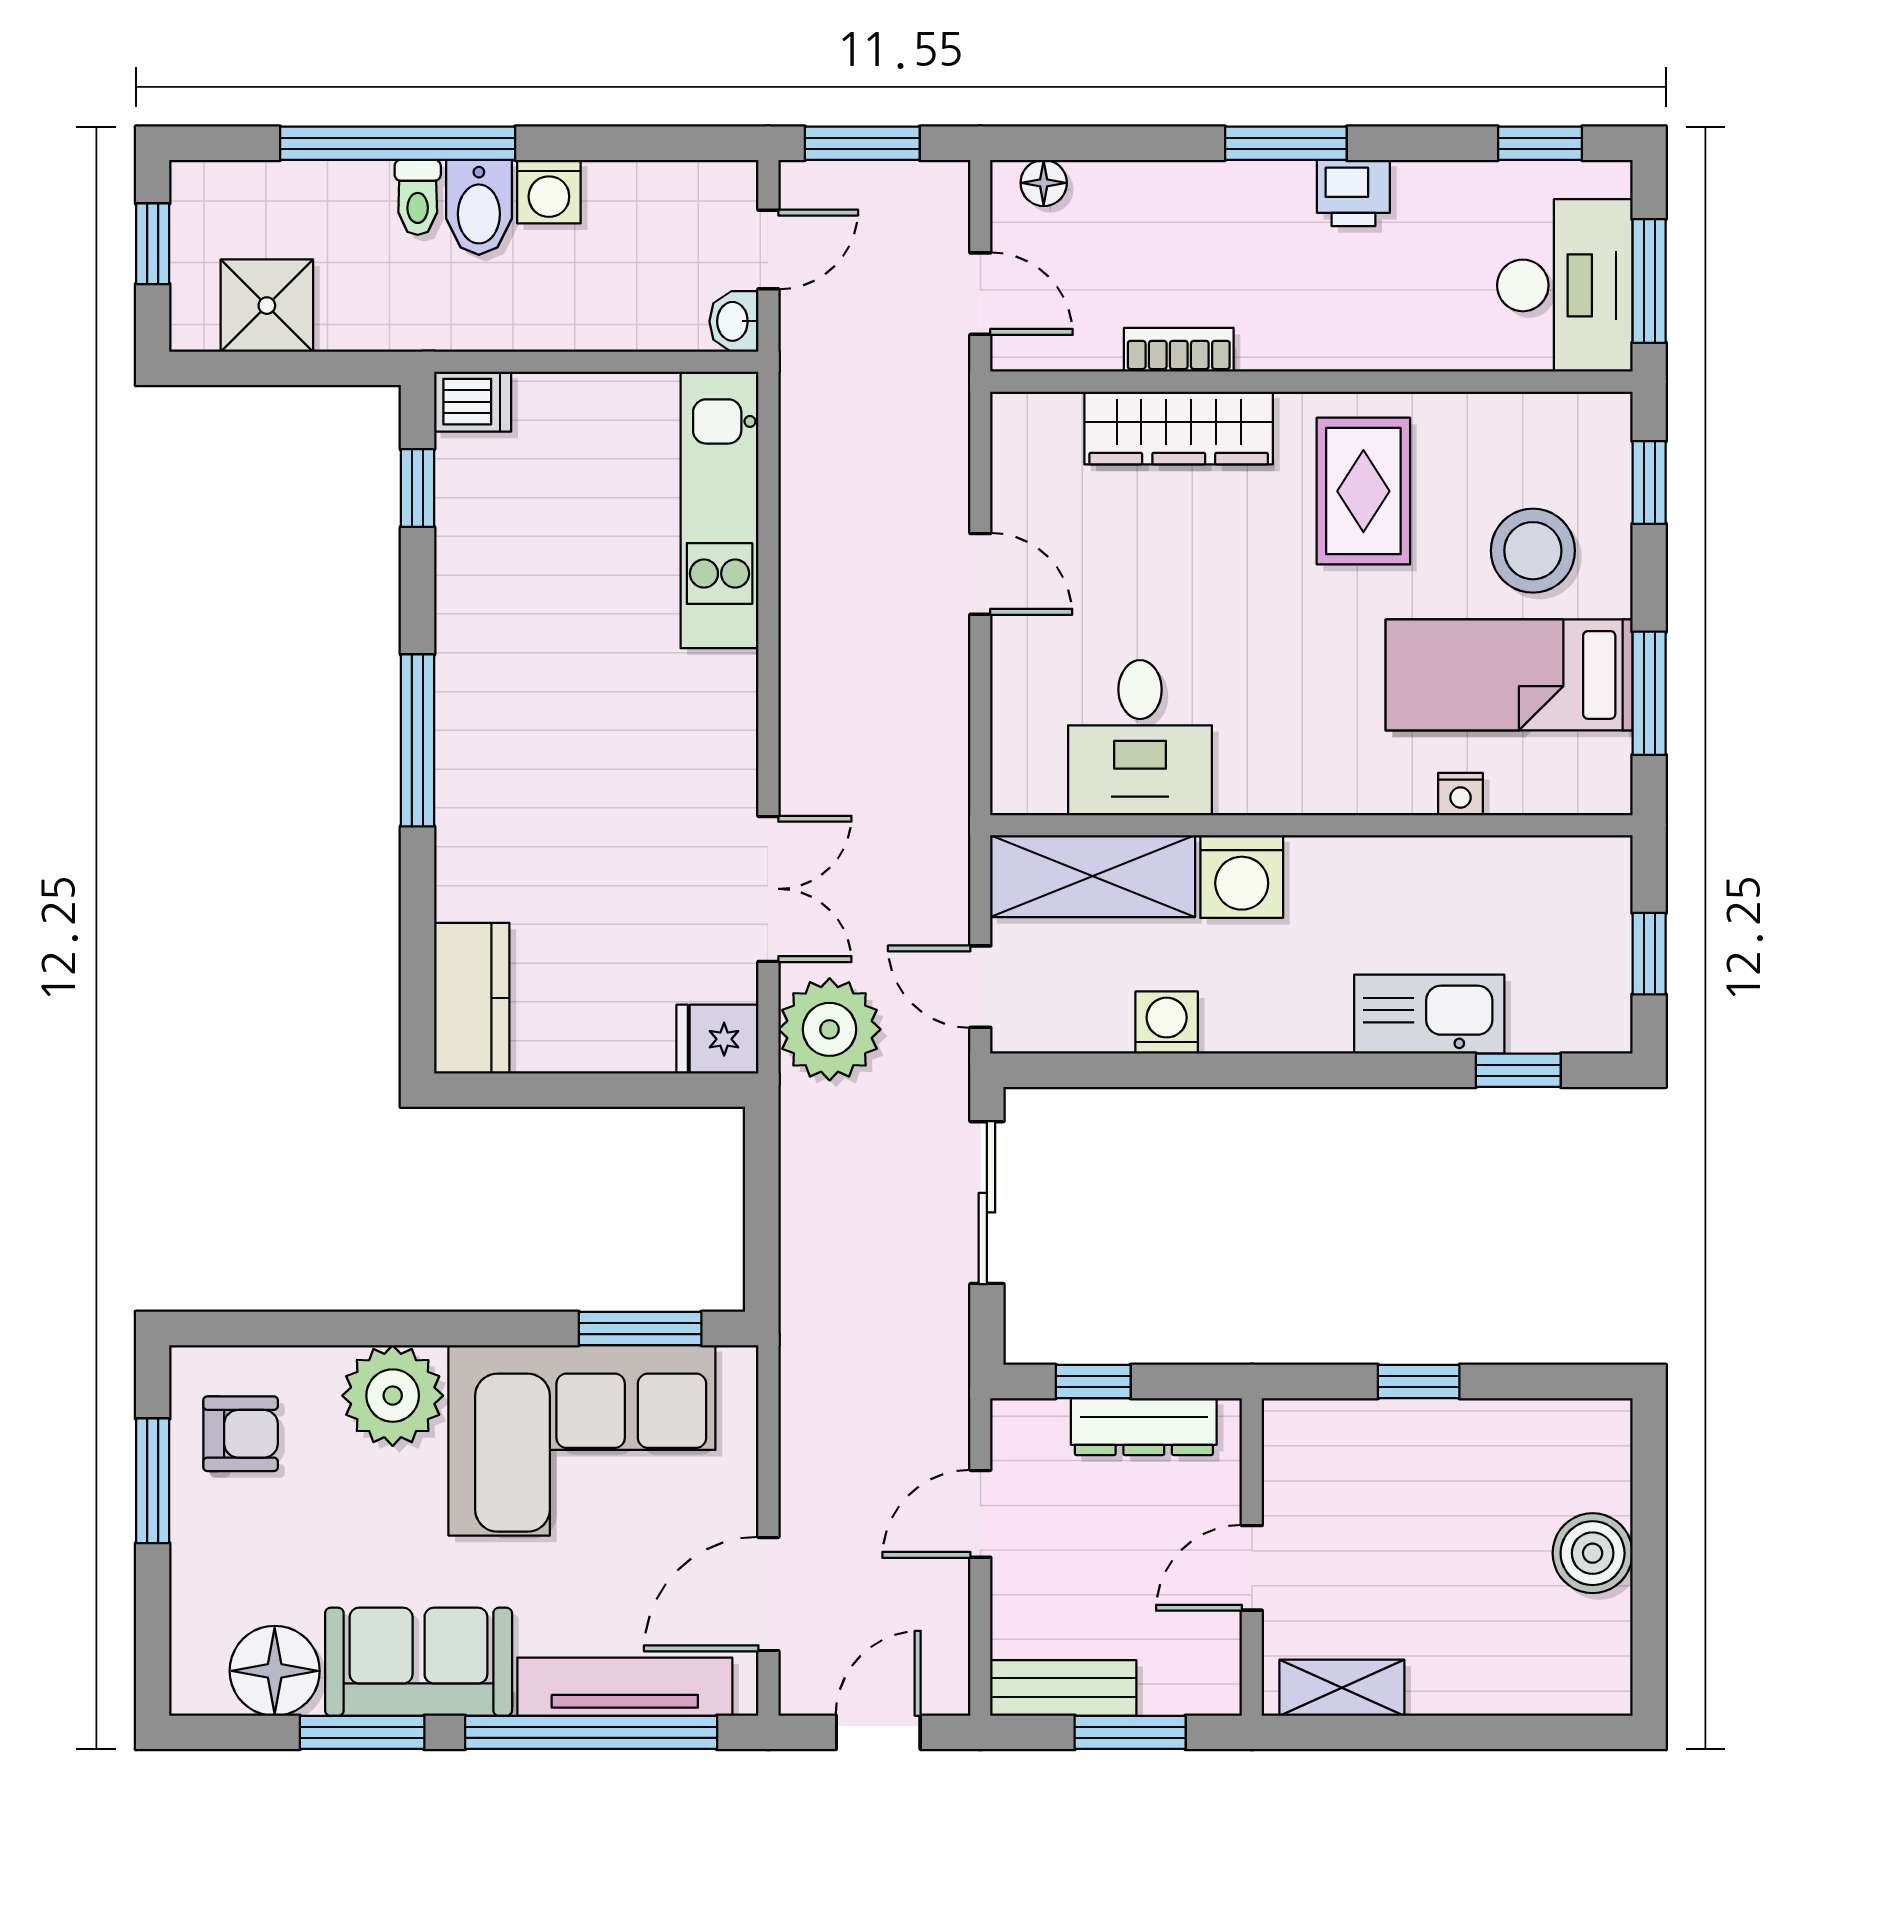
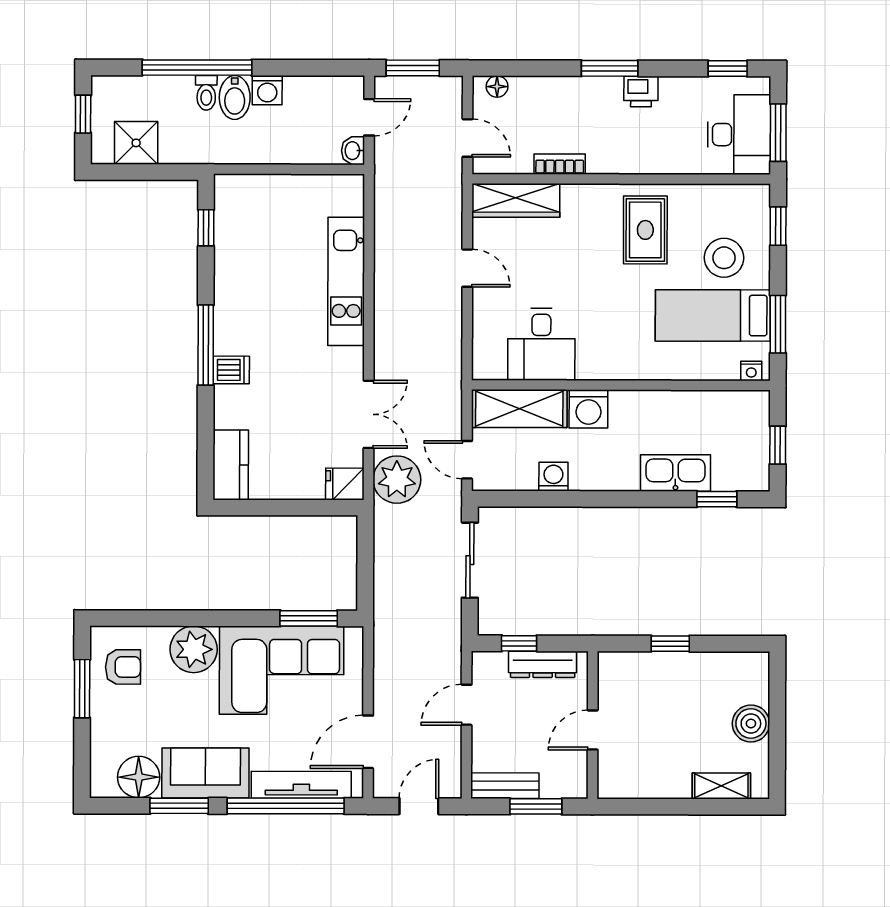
dishwasher: (473, 402) -> (231, 370), moved
wardrobe: (1179, 428) -> (516, 200), moved
kitchen unit: (720, 510) -> (346, 281), moved
nightstand: (1461, 794) -> (751, 371), moved
shelving: (1342, 1688) -> (721, 786), moved

